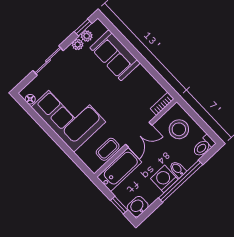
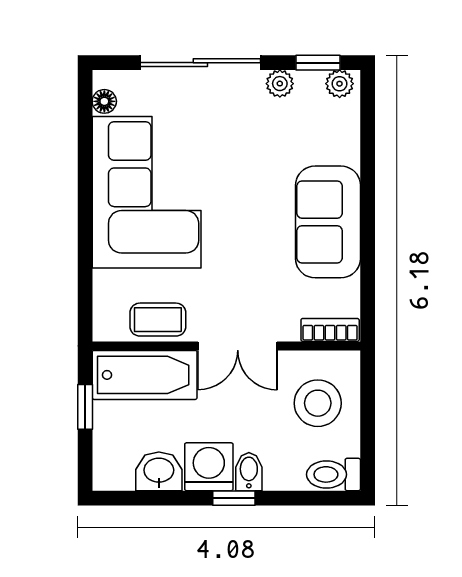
plant: (87, 36) -> (340, 84), moved
sofa: (115, 55) -> (328, 222), moved
sliding door: (48, 61) -> (200, 63), width x1.37
window: (181, 181) -> (234, 498), width x0.32
window: (119, 205) -> (85, 407), moved
washbasin: (138, 207) -> (159, 471), moved

